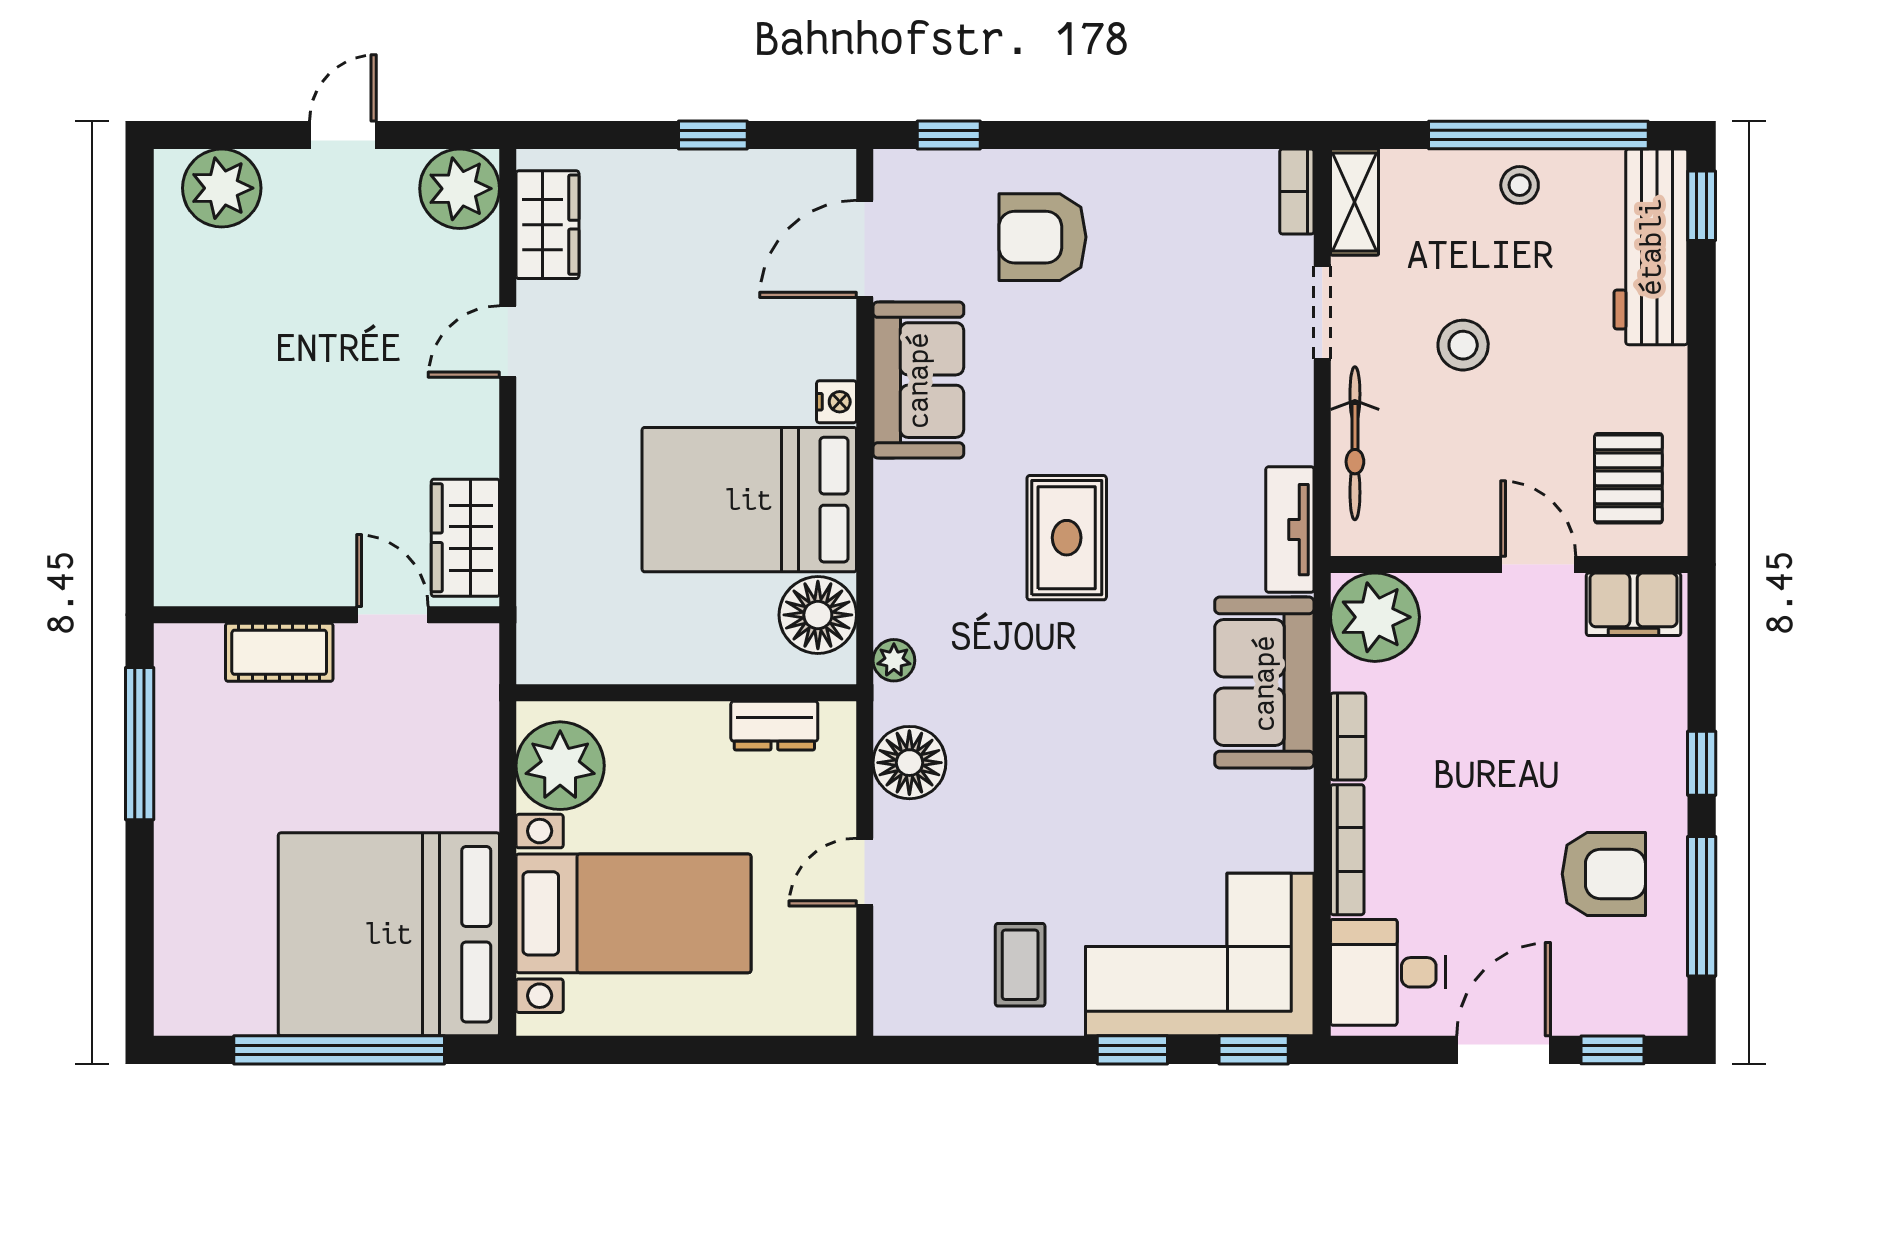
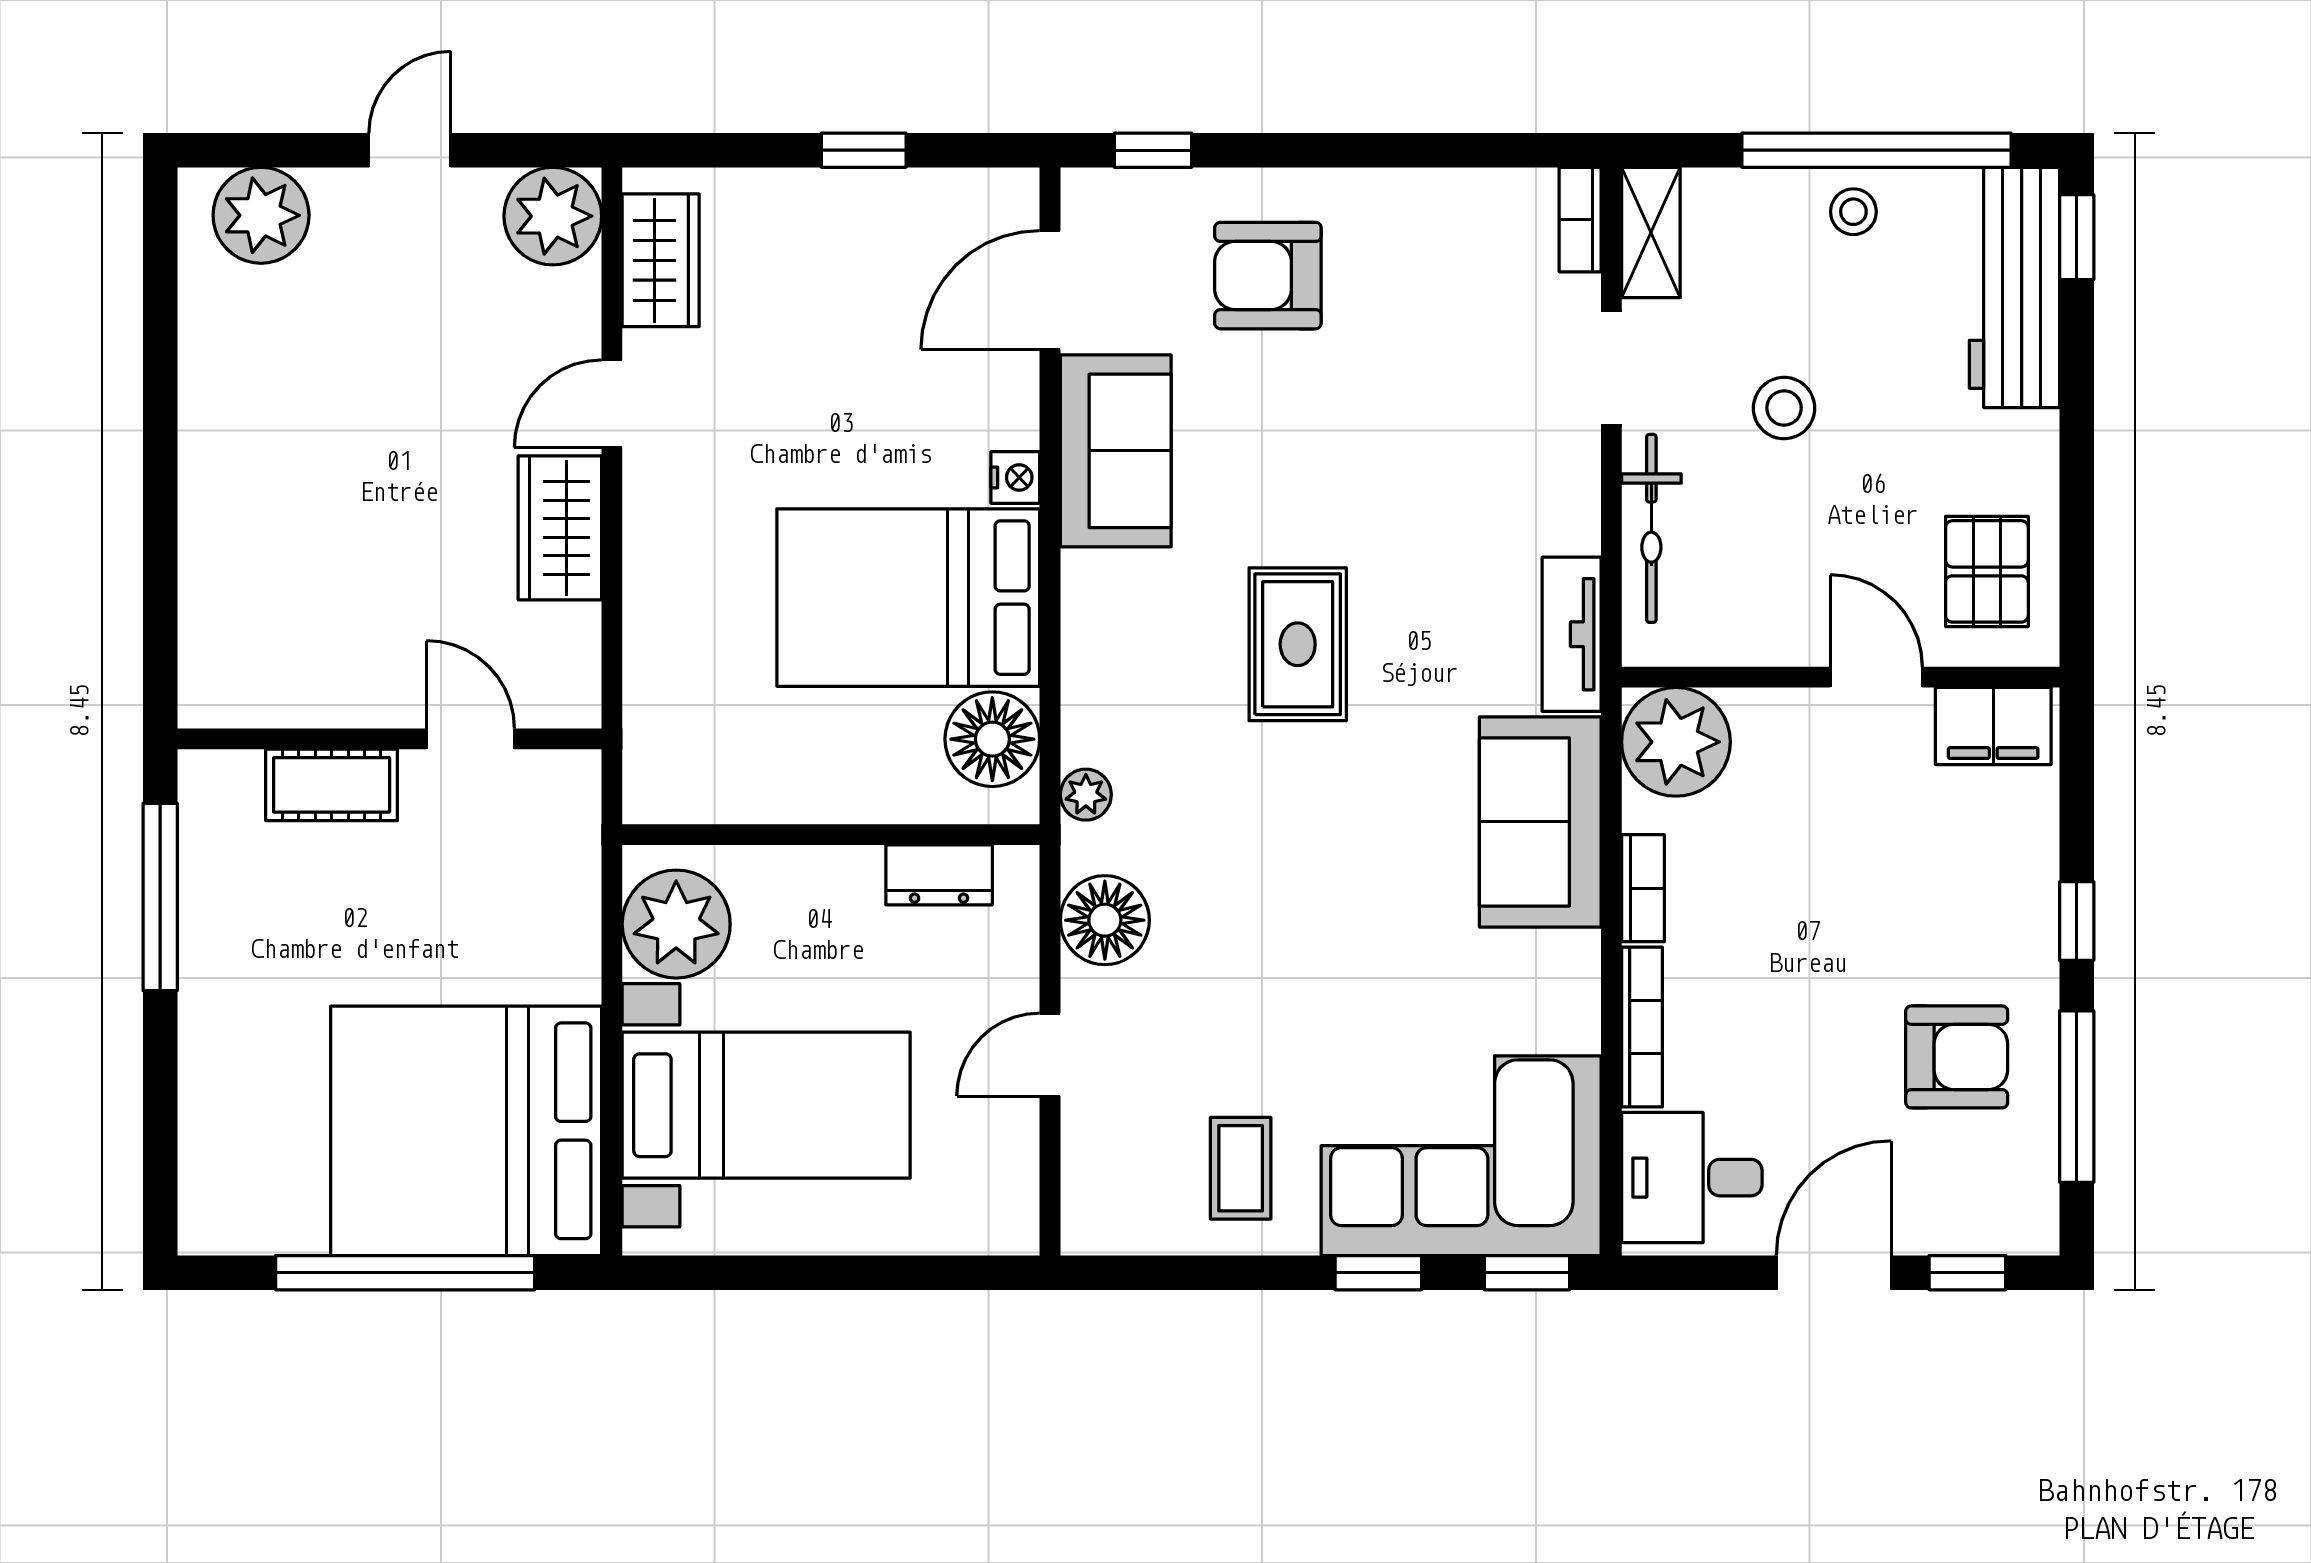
wardrobe: (465, 538) -> (560, 528), moved

